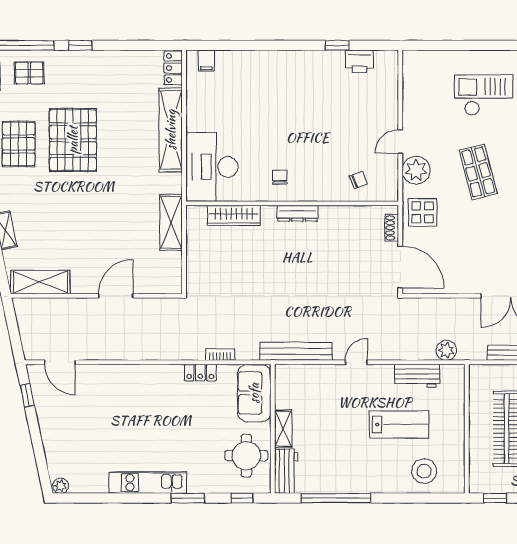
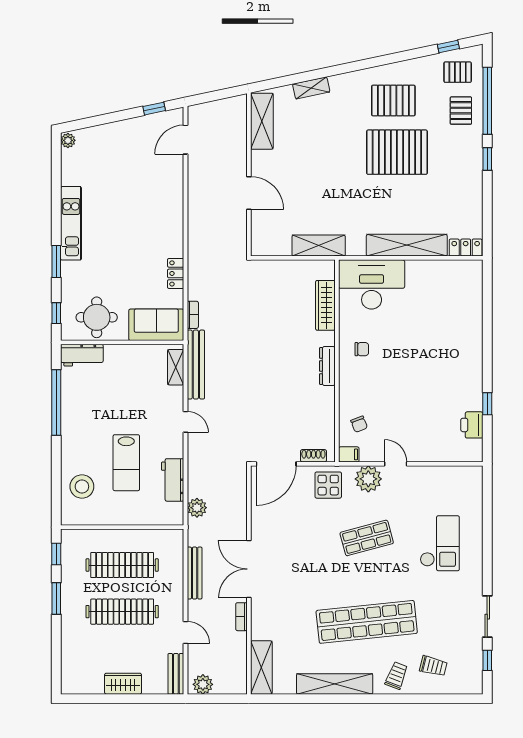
filing cabinet: (206, 61) -> (349, 454), moved, turned 180
bookcase: (220, 355) -> (193, 315), moved
shelving: (283, 429) -> (176, 367), moved, turned 90

